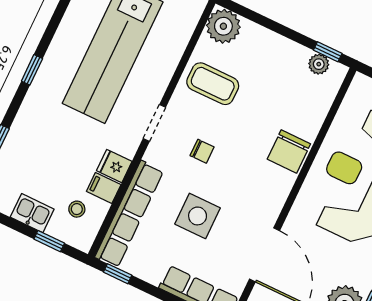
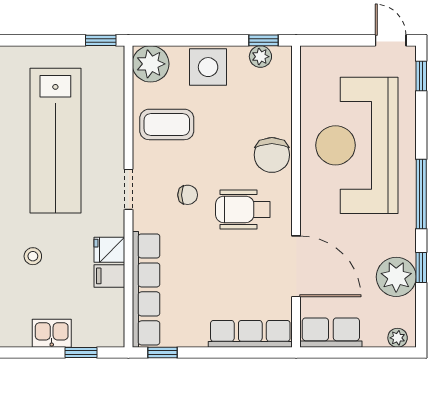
wheelchair: (243, 186) -> (243, 209), added
stool: (77, 209) -> (33, 256), moved
side table: (198, 216) -> (208, 67), moved

